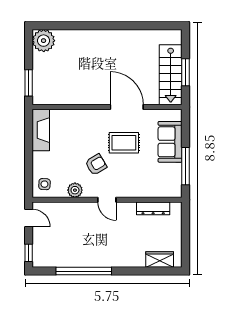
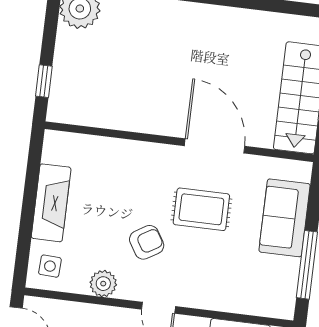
window: (29, 83) -> (44, 81), width x0.67
fireplace: (41, 130) -> (51, 203), moved

